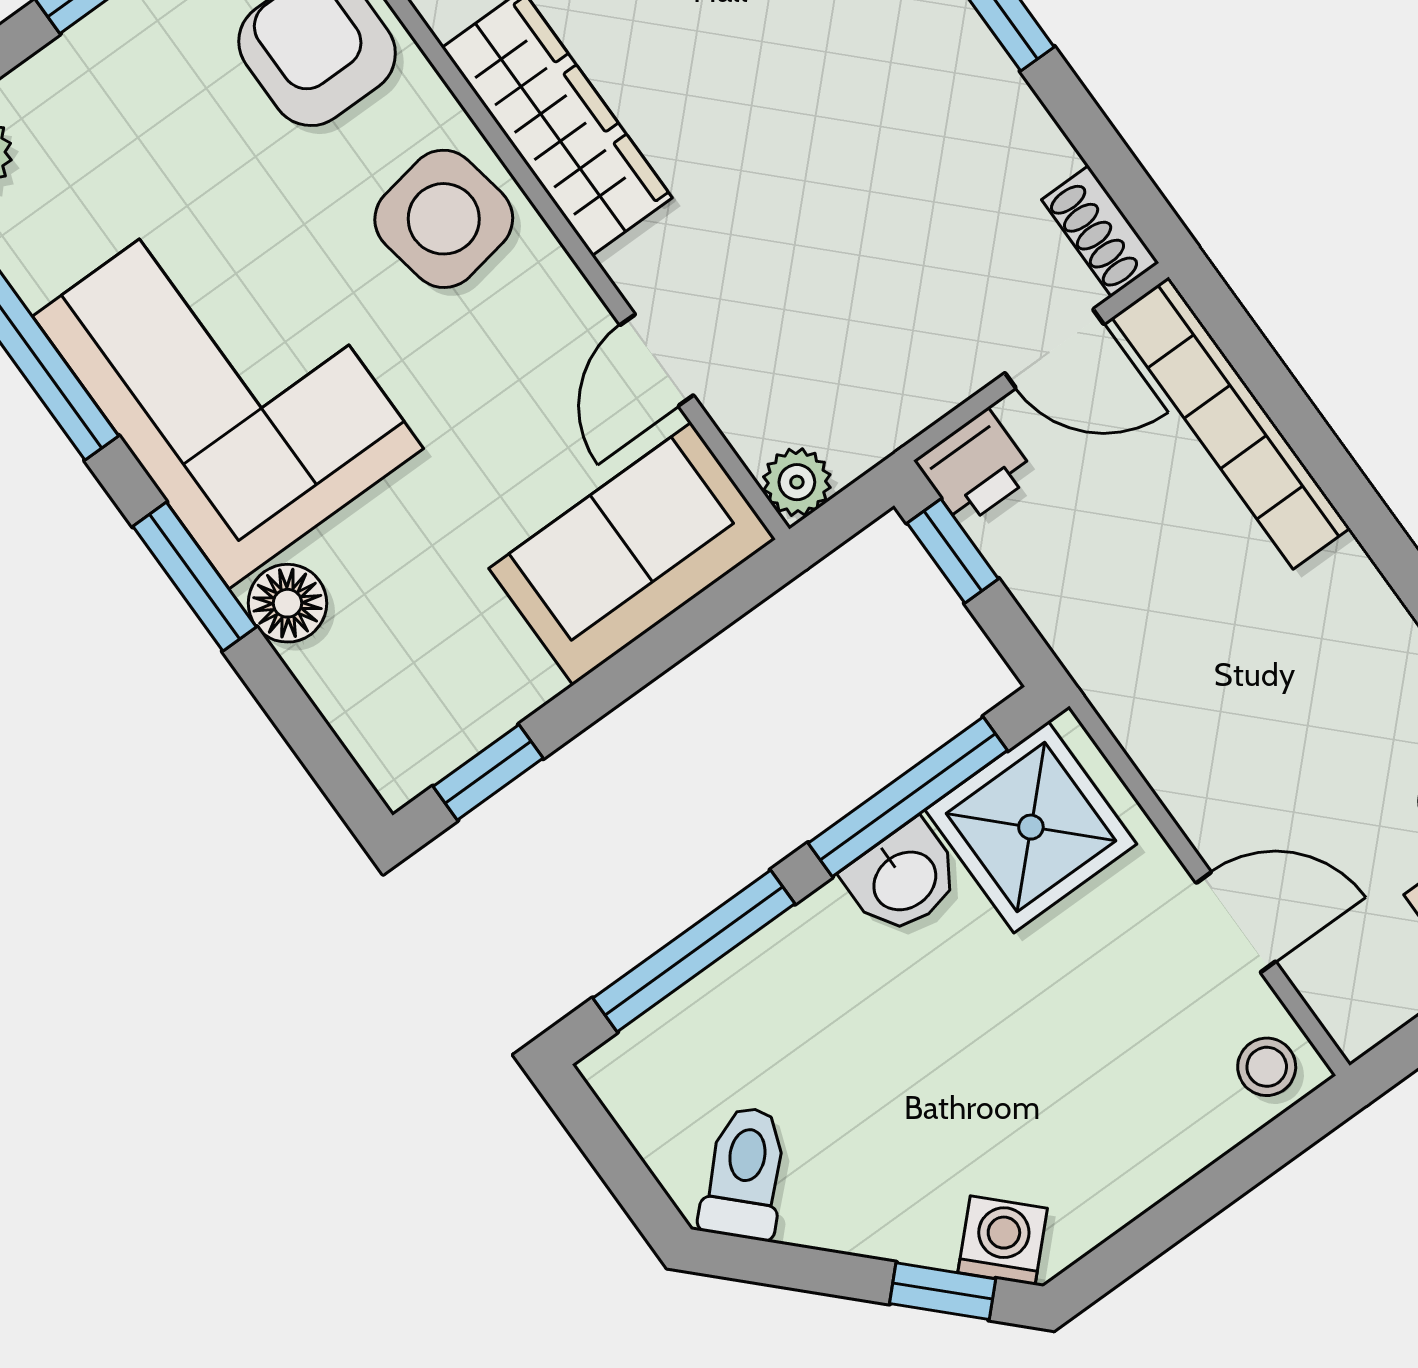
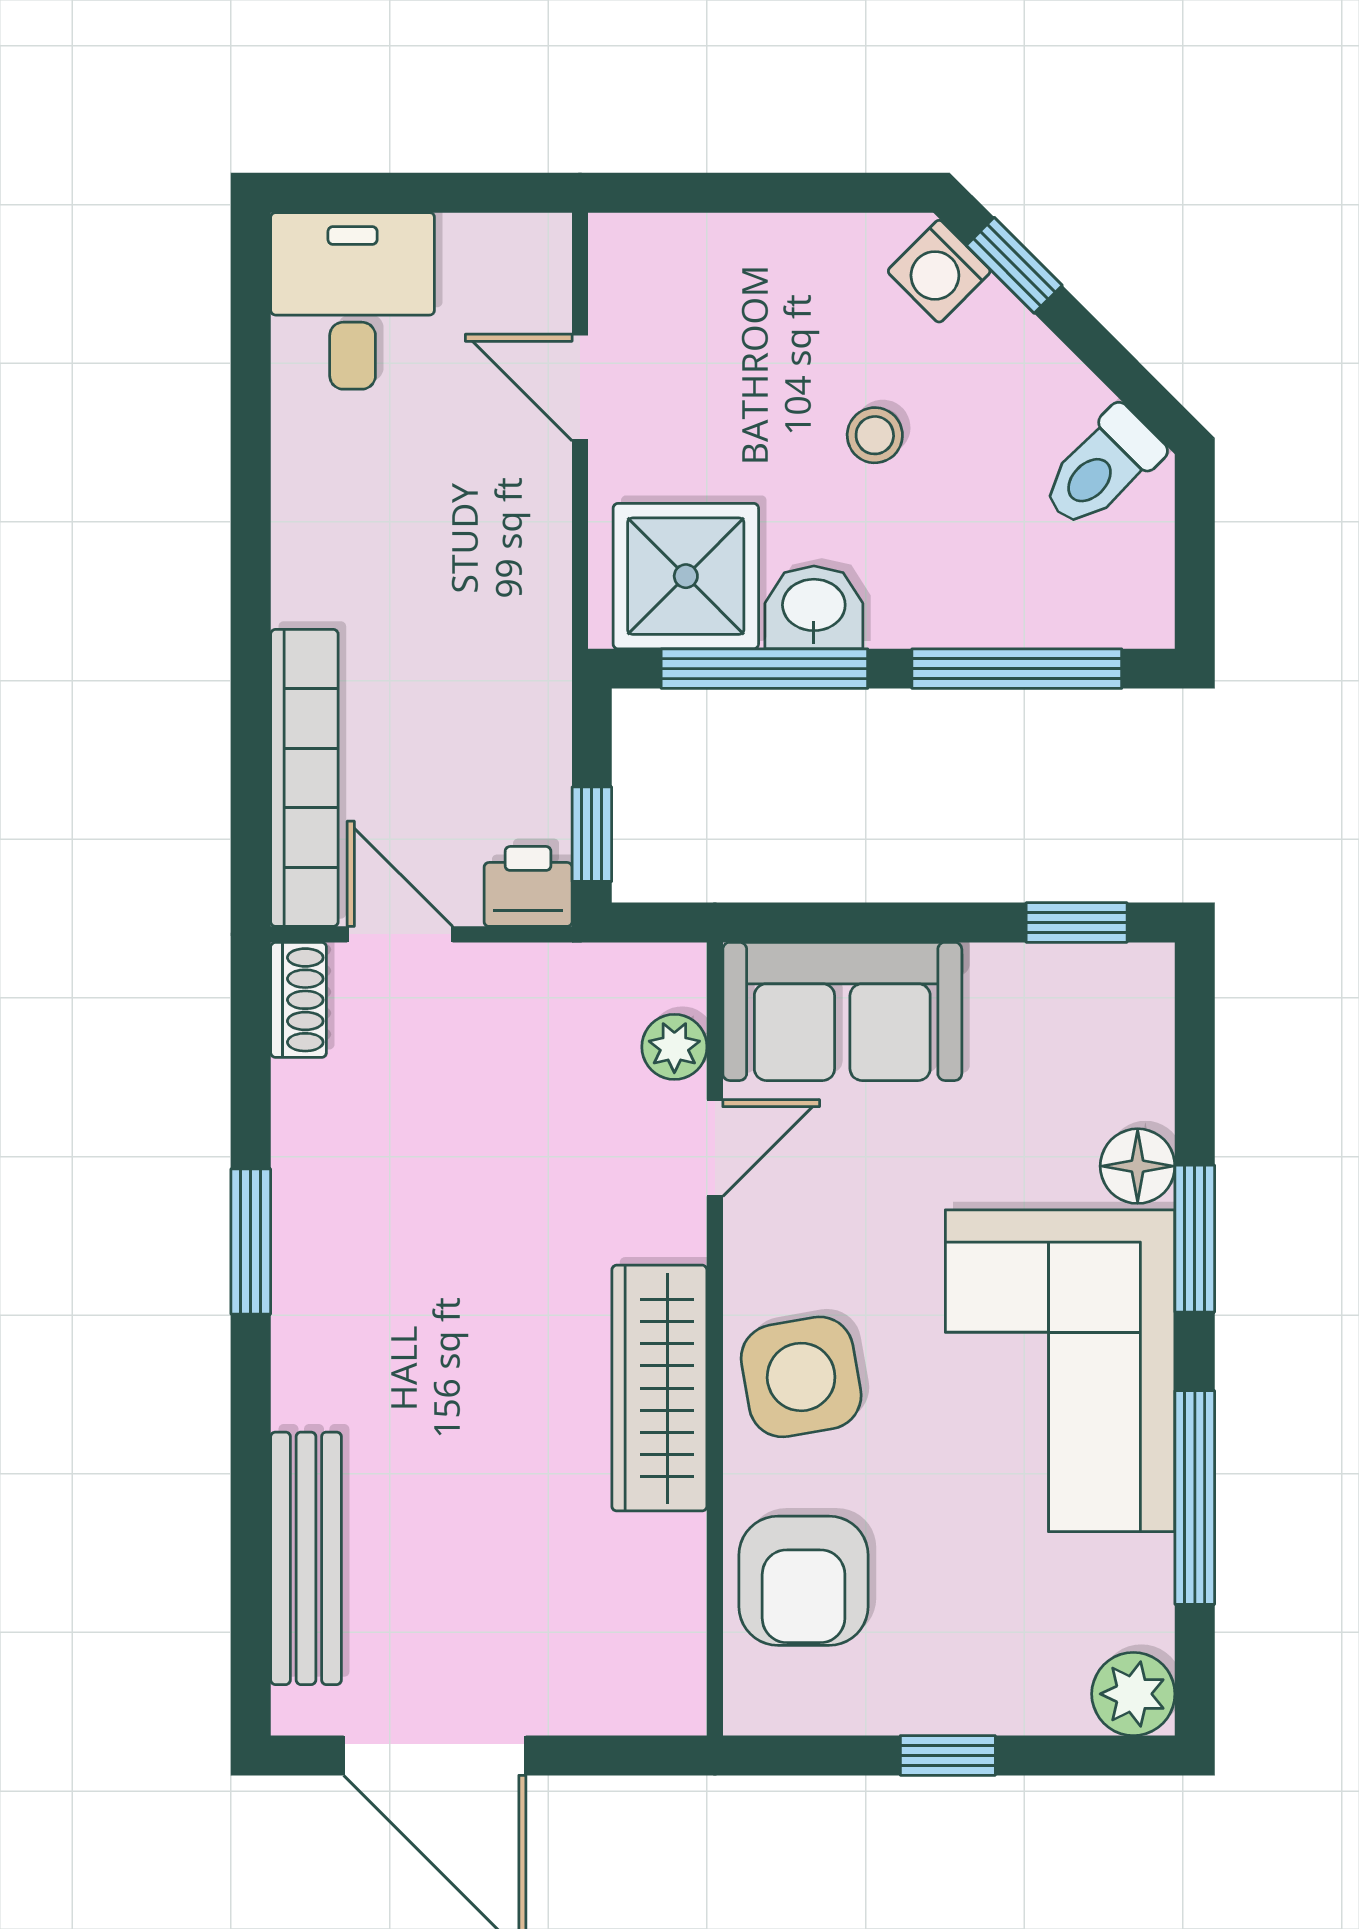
plant: (797, 482) -> (674, 1047), moved
stool: (1267, 1067) -> (875, 435), moved

